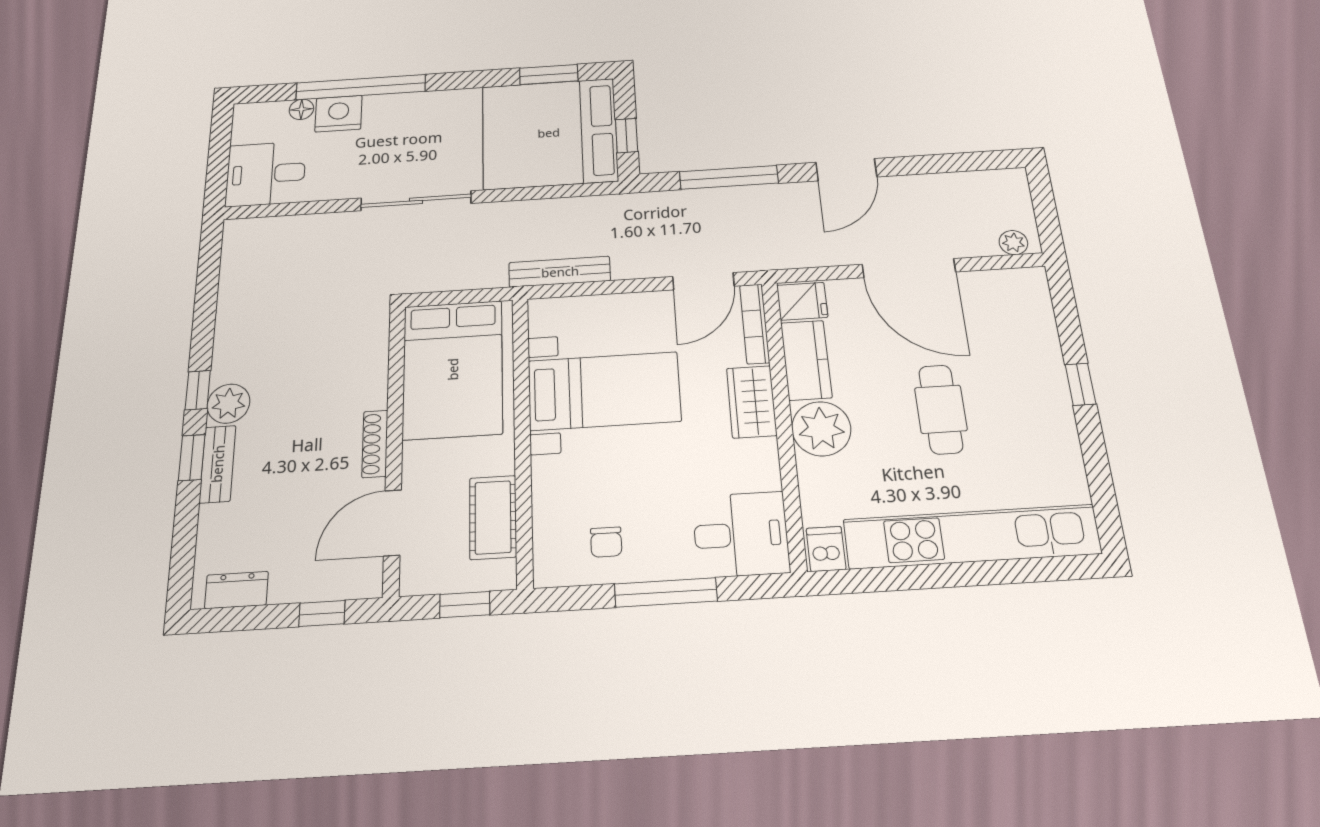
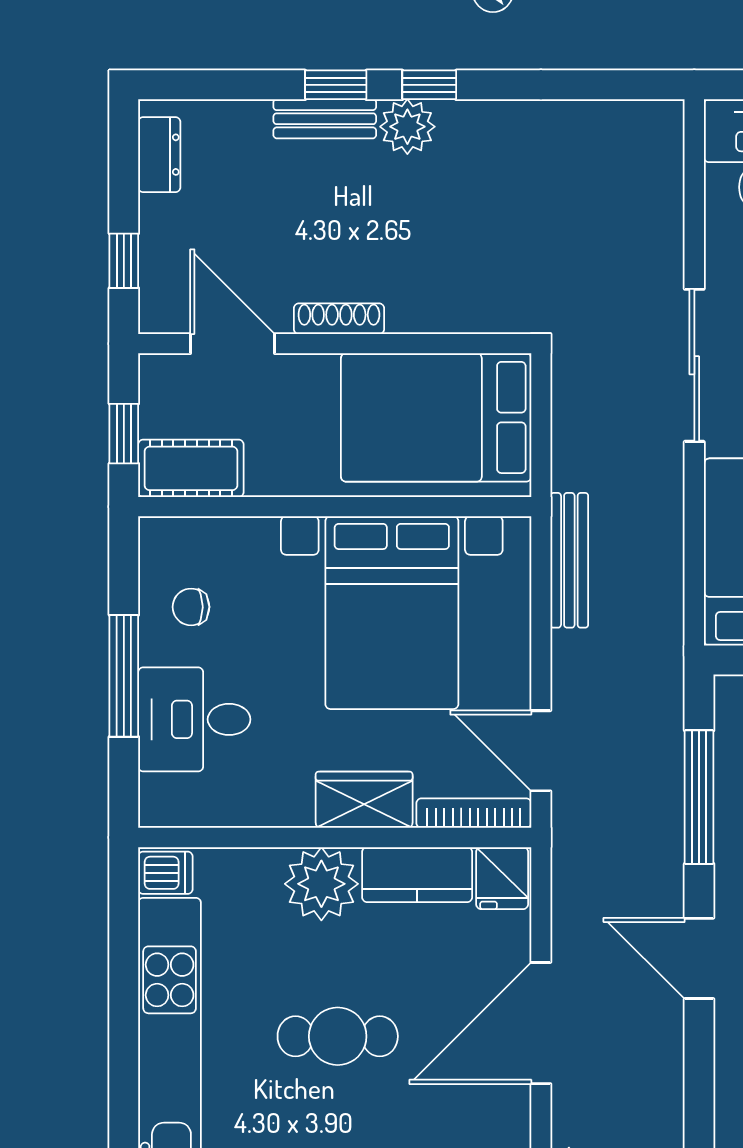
bed with nightstands: (604, 391) -> (392, 613), width x1.36
cot: (493, 517) -> (191, 468), moved
desk: (741, 534) -> (194, 719), moved, turned 90

